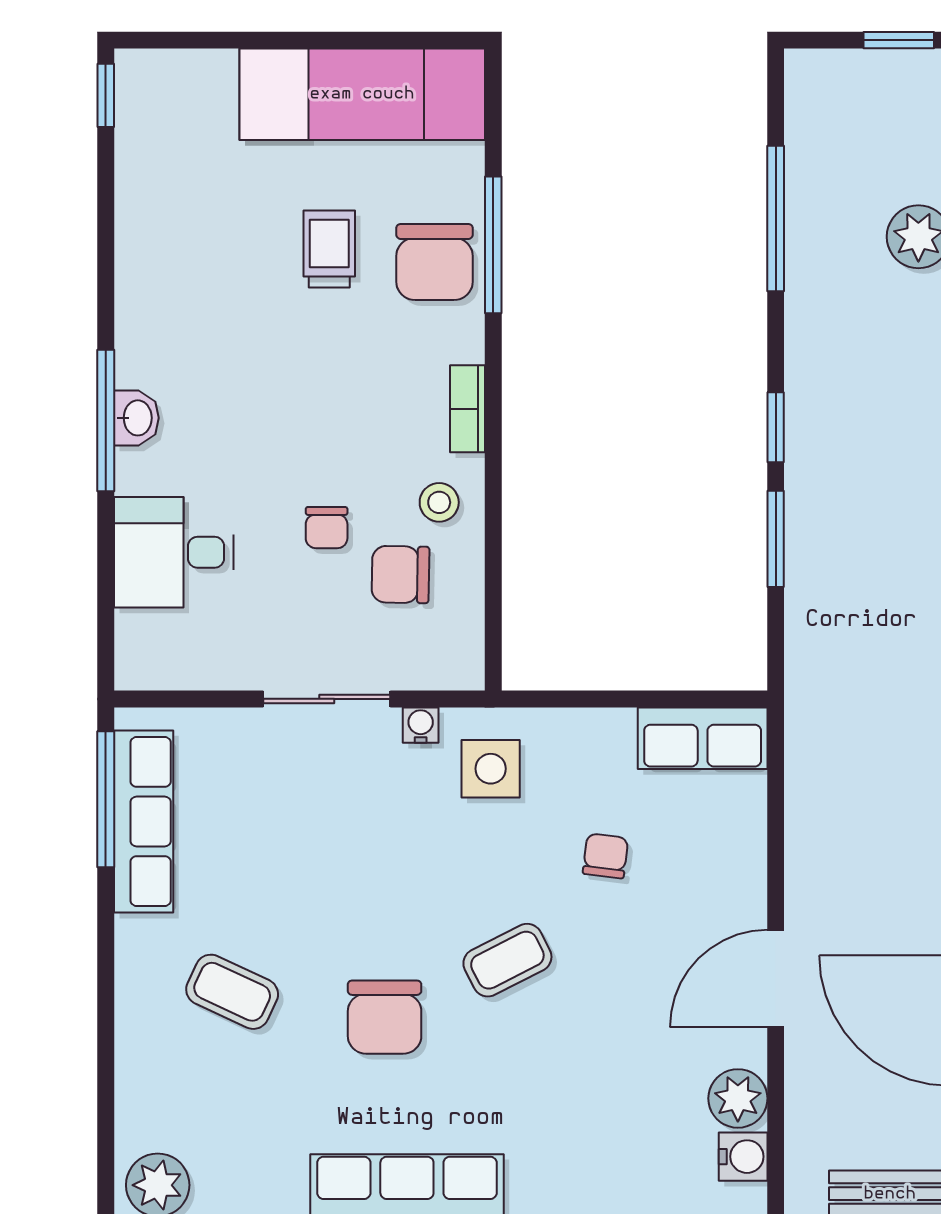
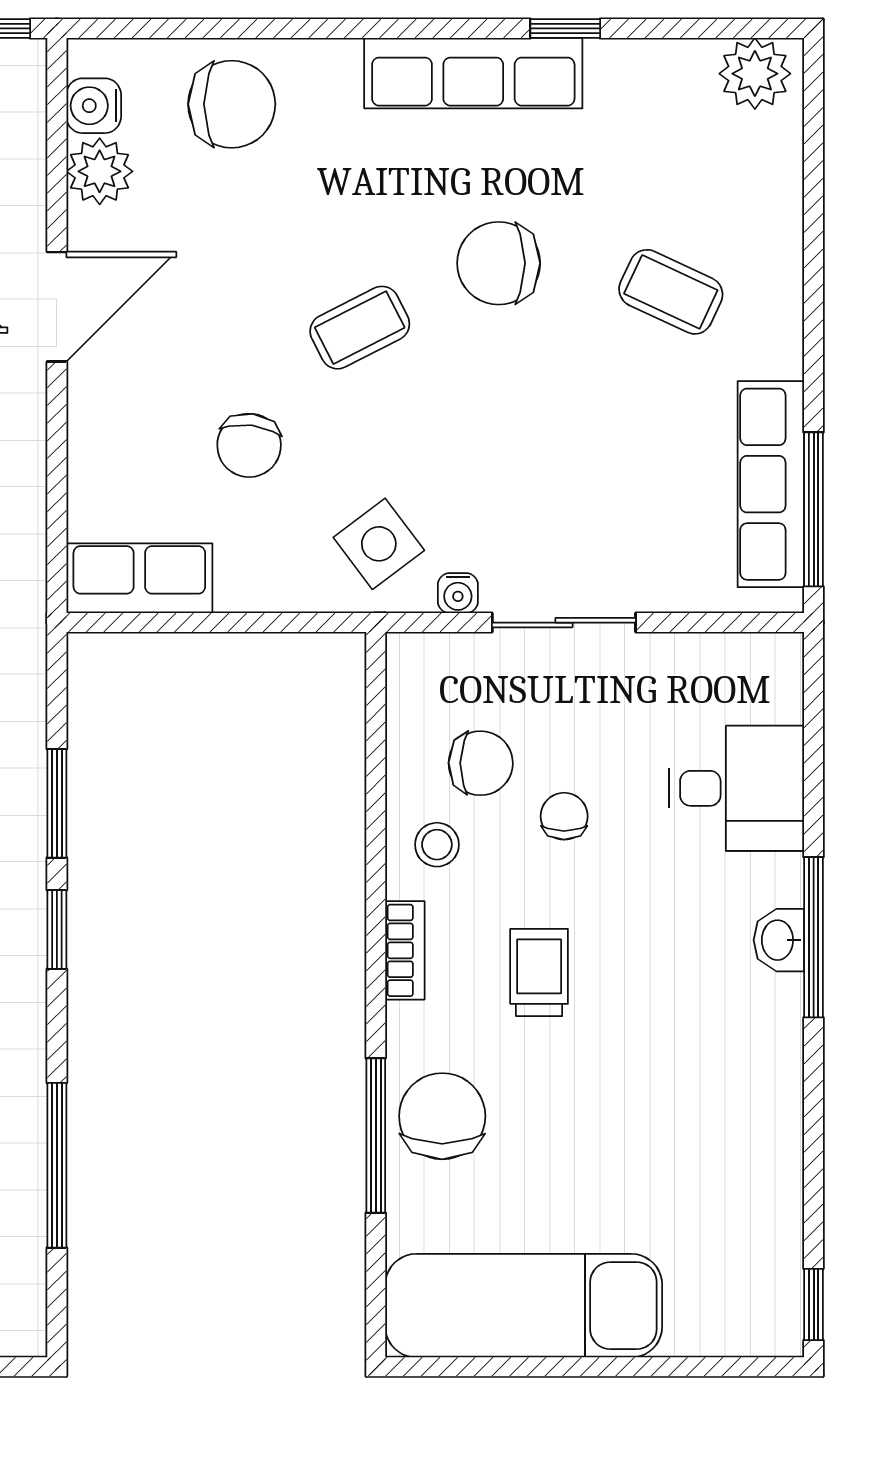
trolley: (329, 249) -> (539, 973), moved, turned 180
side table: (491, 769) -> (379, 544), turned -37
chair: (605, 856) -> (249, 445), width x1.37, depth x1.37
chair: (385, 1017) -> (499, 263), turned -90
chair: (621, 1158) -> (232, 104), added

